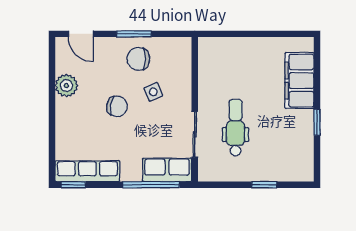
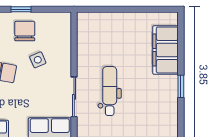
window: (134, 34) -> (21, 9), width x0.67
chair: (138, 59) -> (25, 31), turned 90

